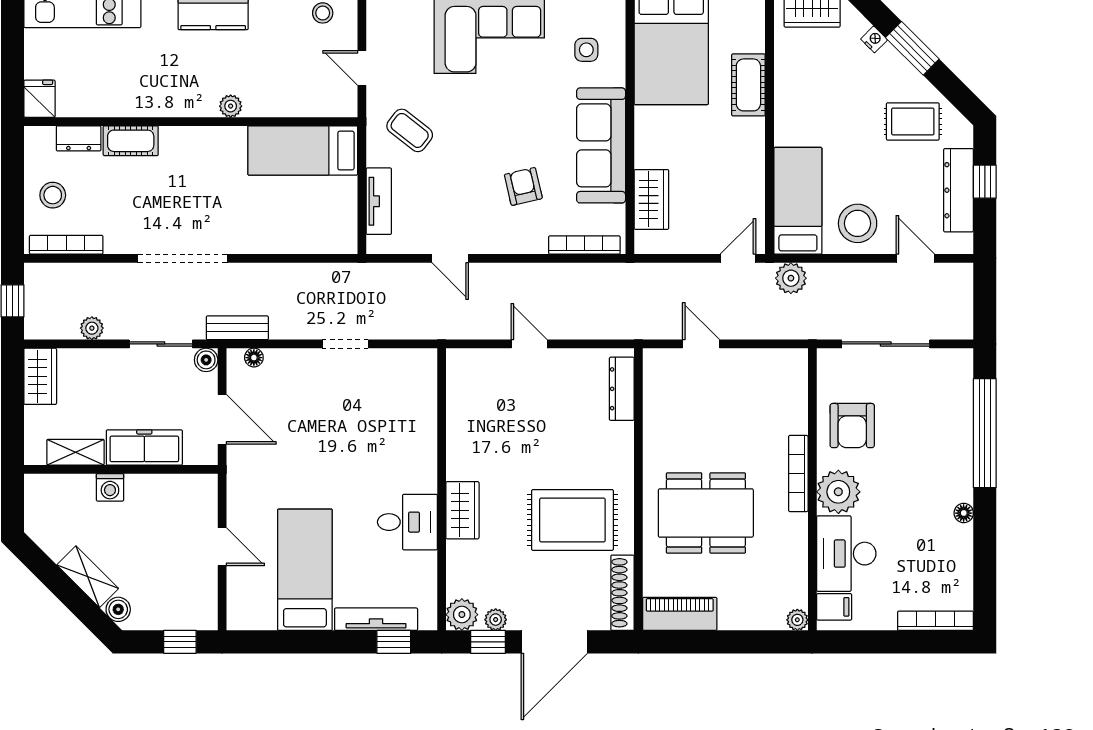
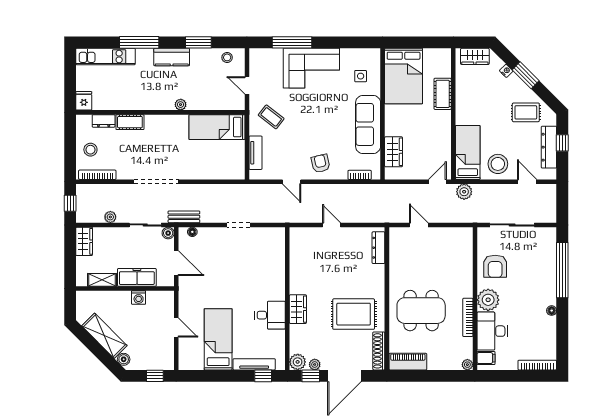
armchair: (523, 186) -> (321, 163), moved
bookcase: (584, 245) -> (360, 175), width x0.64
bookcase: (798, 473) -> (468, 317), moved
washing machine: (110, 487) -> (139, 298), moved
shelving: (88, 577) -> (104, 336), width x1.50, depth x1.33

